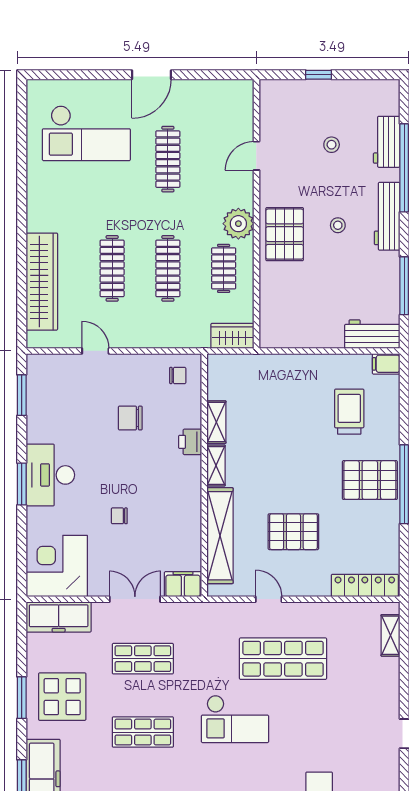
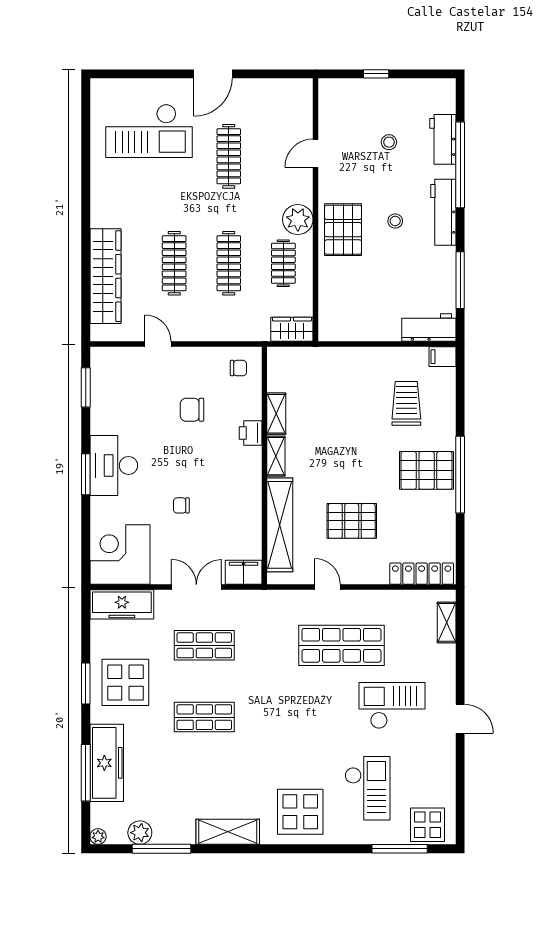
checkout: (235, 719) -> (392, 706), moved, turned 180

